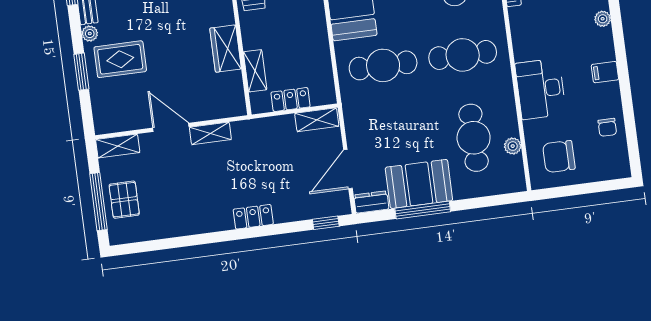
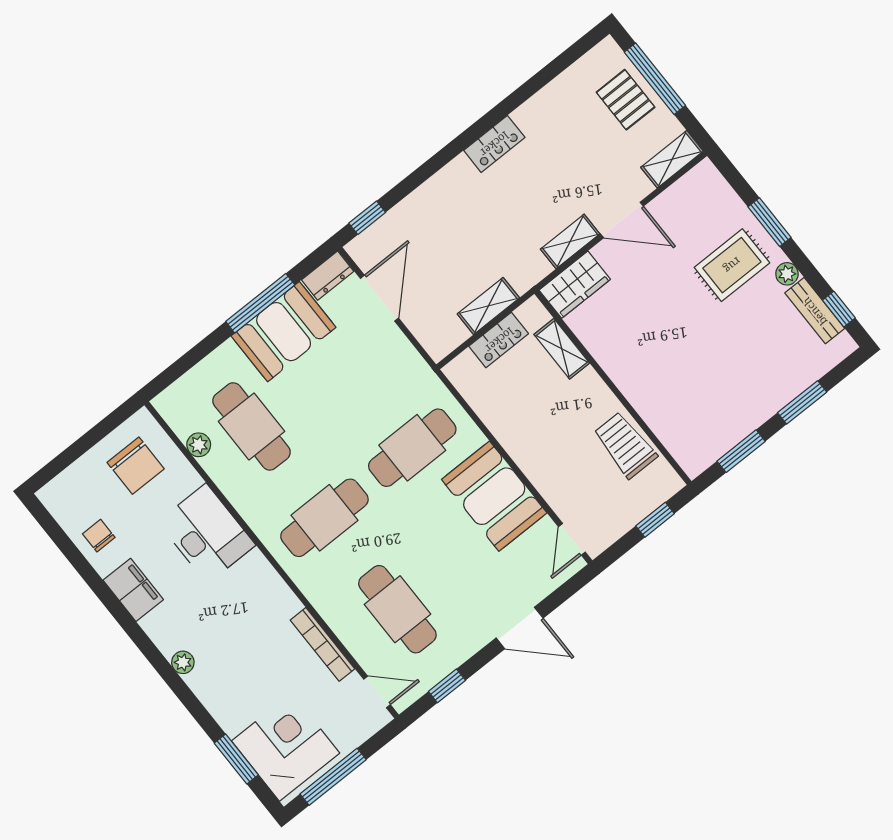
wardrobe: (226, 49) -> (575, 285), moved, turned 90
filing cabinet: (605, 72) -> (133, 590), width x2.00
shelving: (317, 120) -> (488, 306), moved
chair: (559, 157) -> (136, 466), turned 90
locker: (253, 217) -> (494, 144), moved

